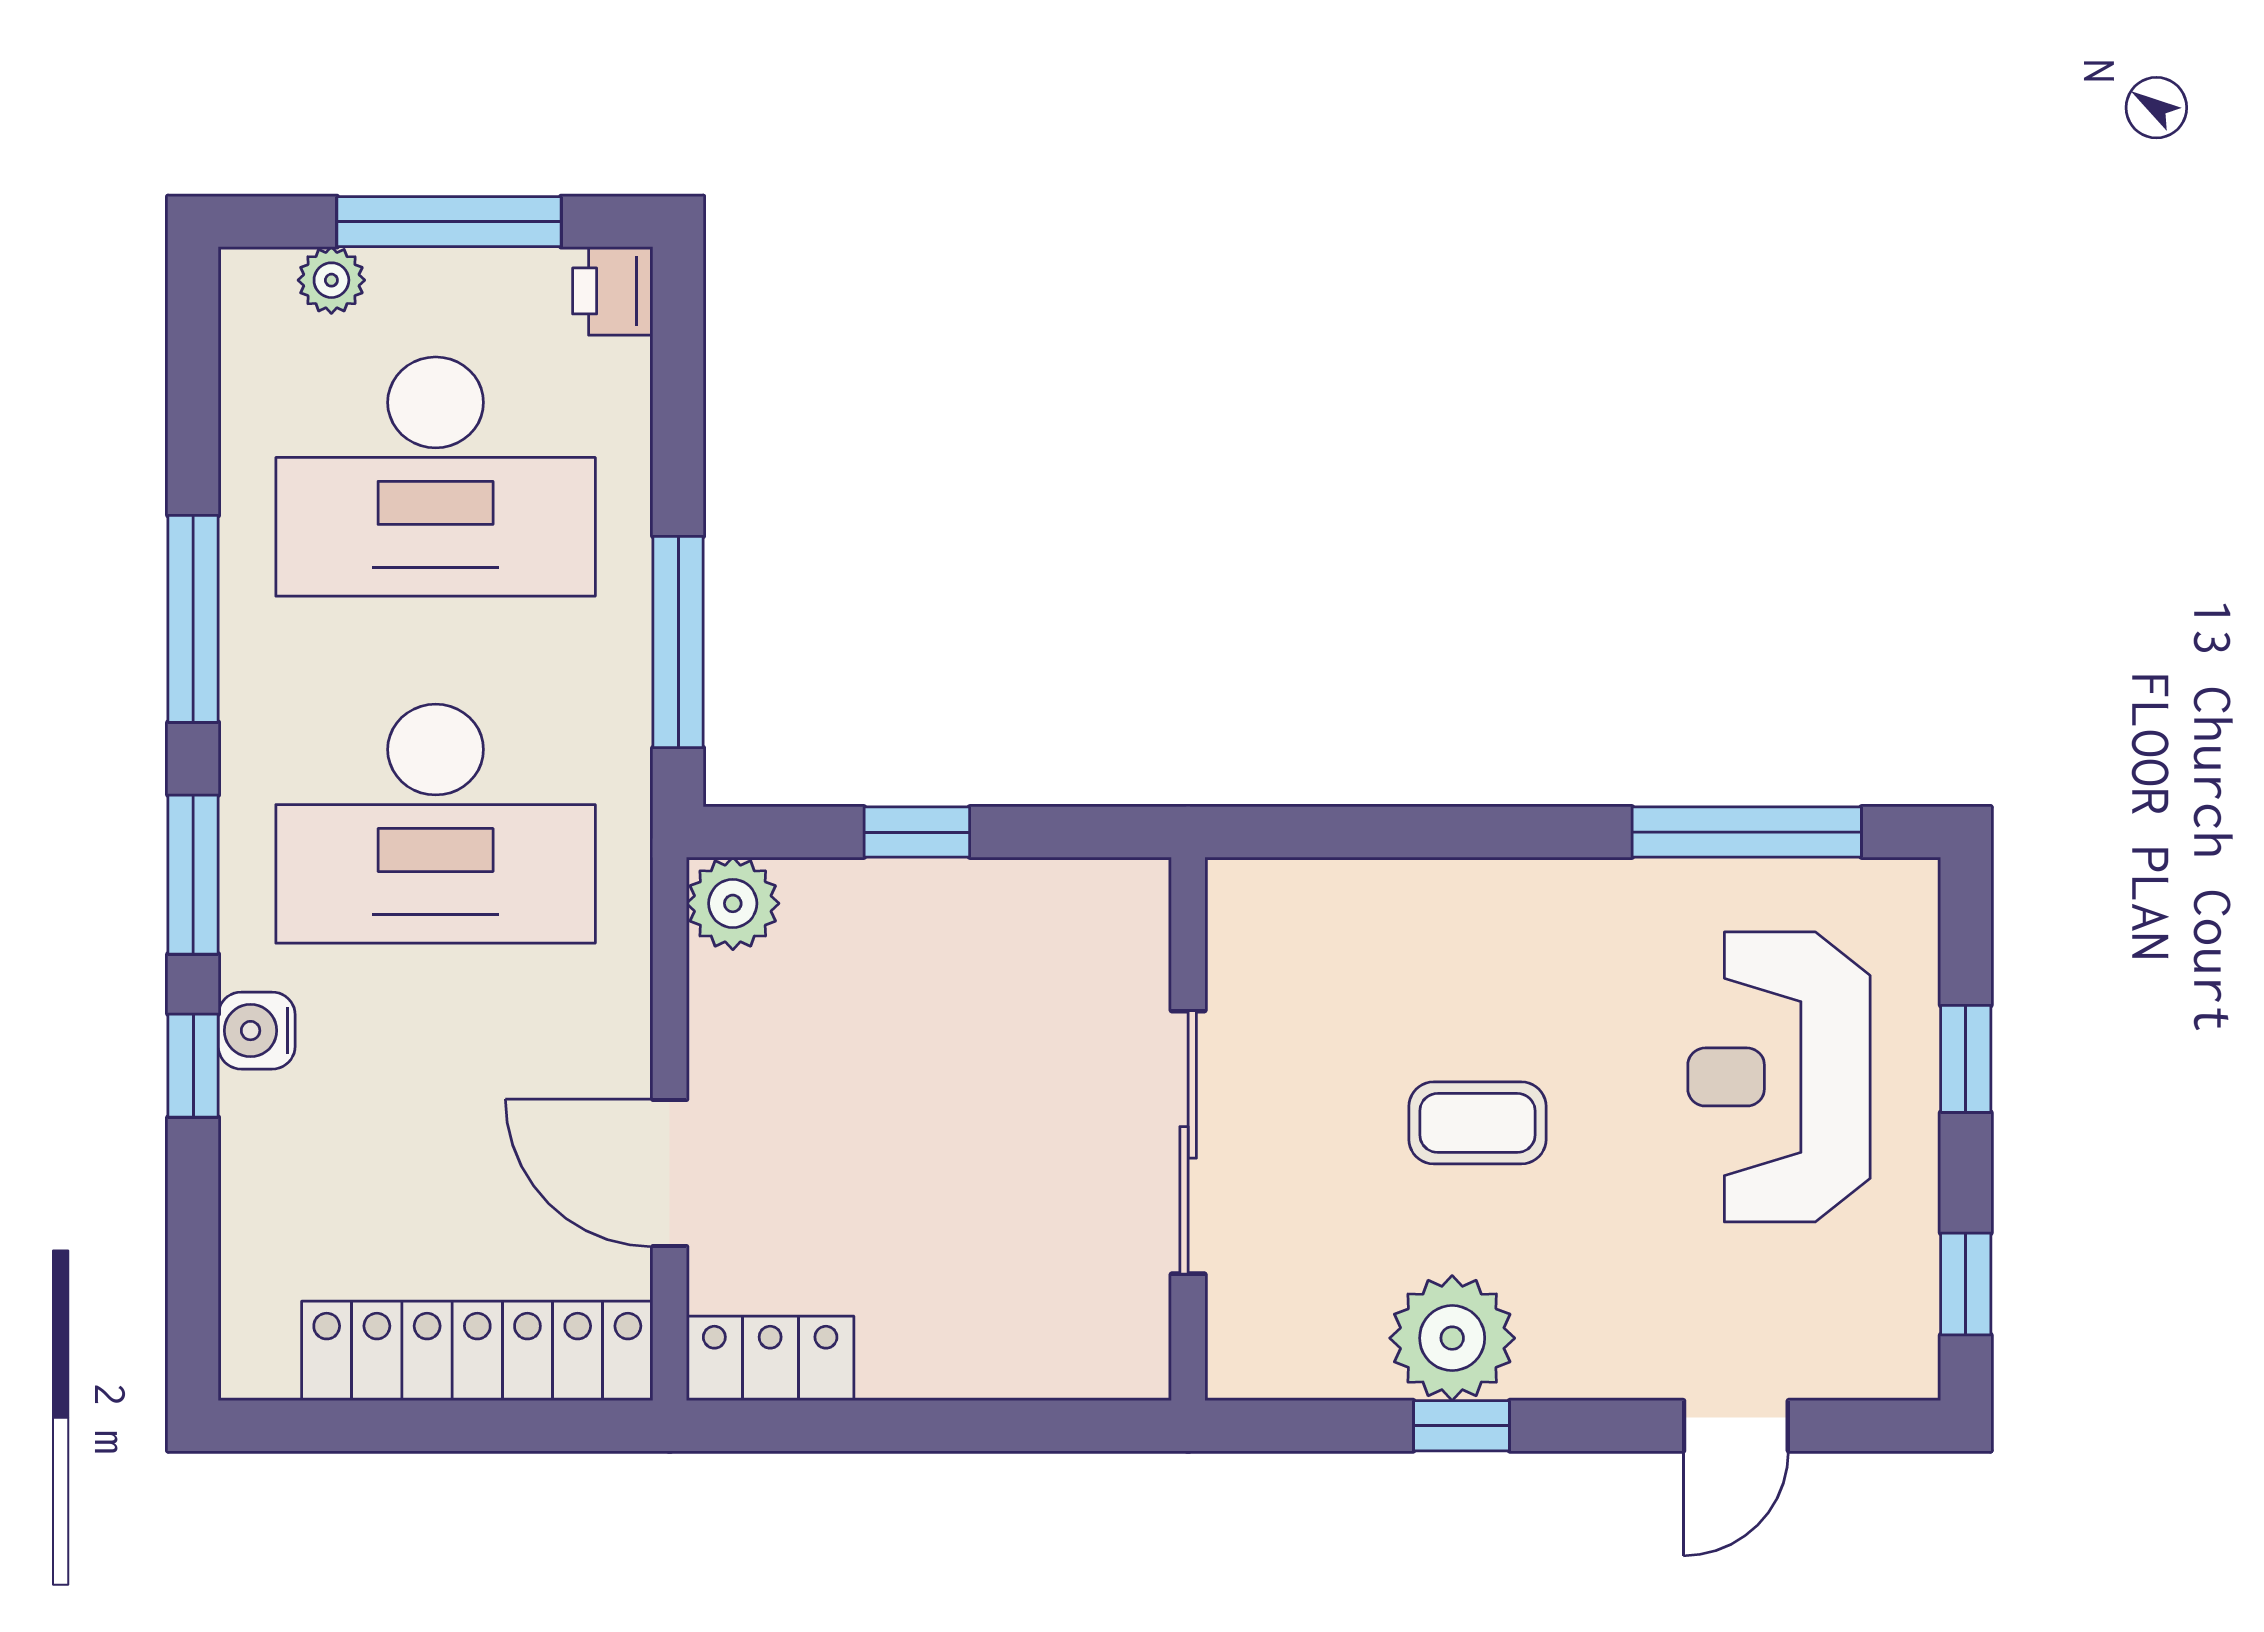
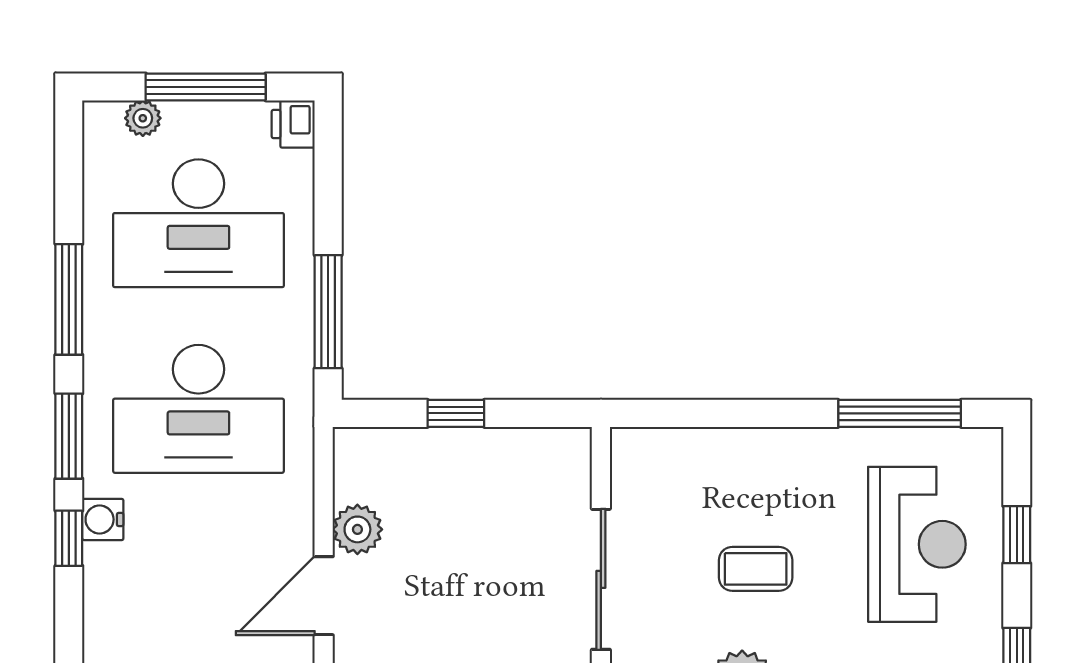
plant: (733, 903) -> (357, 529), moved
reception desk: (1779, 1077) -> (917, 544), turned 180
door: (670, 1173) -> (324, 596), hinge flipped

